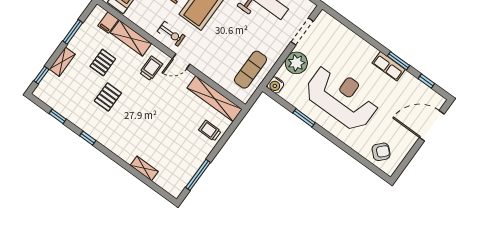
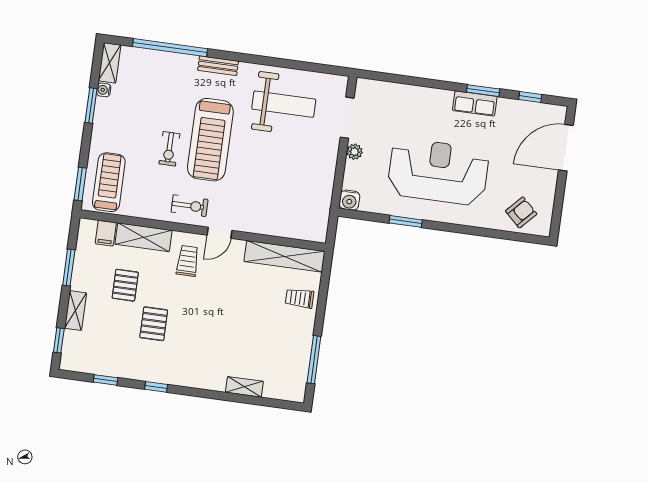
plant: (296, 63) -> (354, 152), width x0.53, depth x0.53
exercise mat: (250, 70) -> (309, 198), removed

